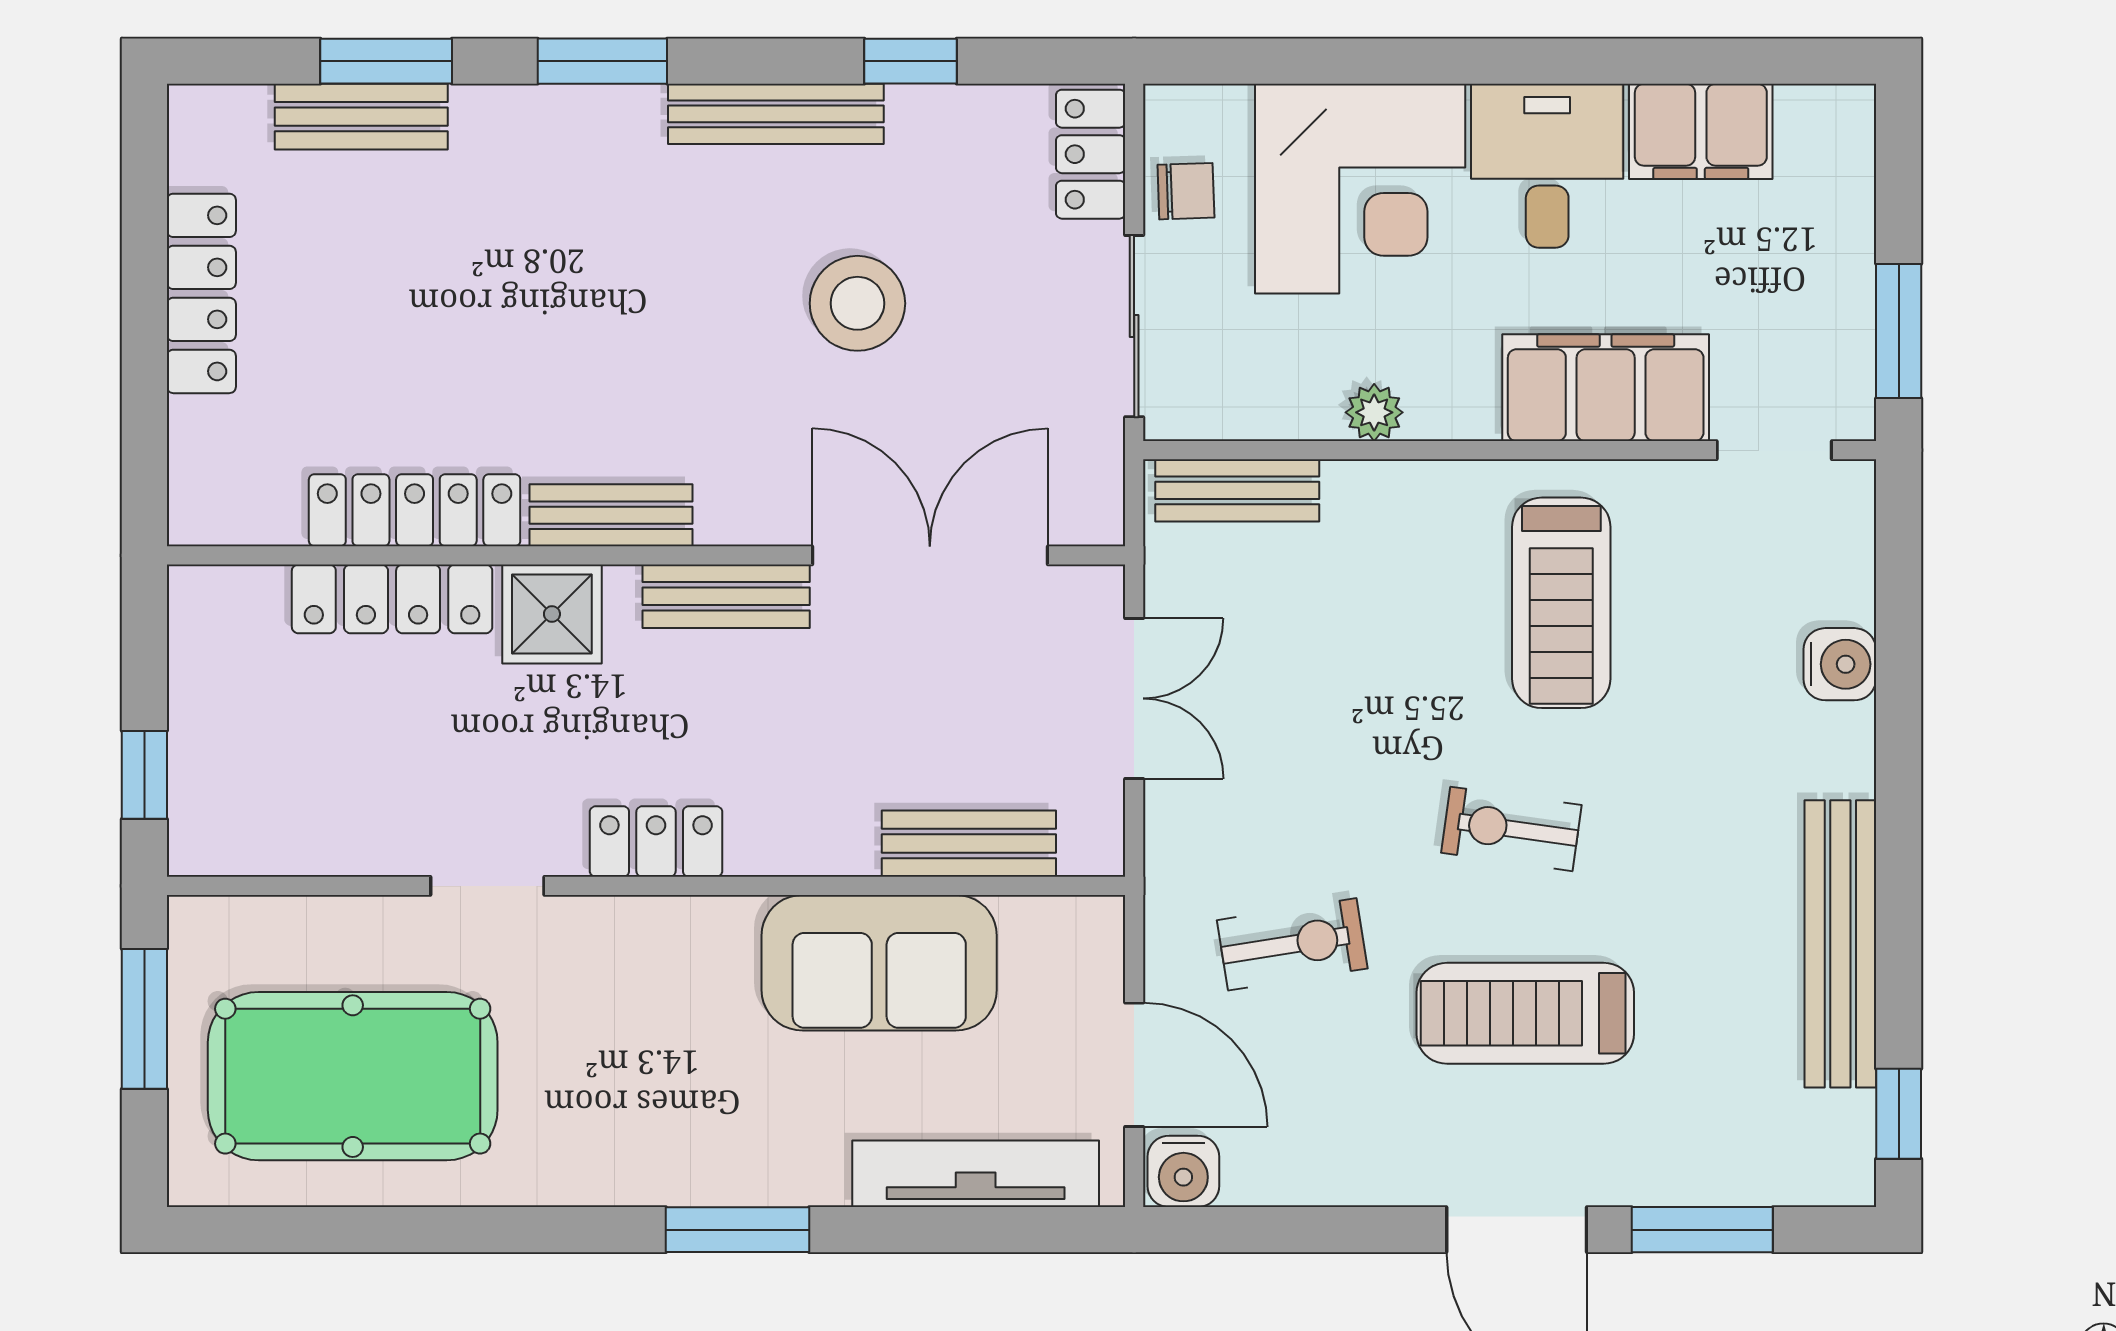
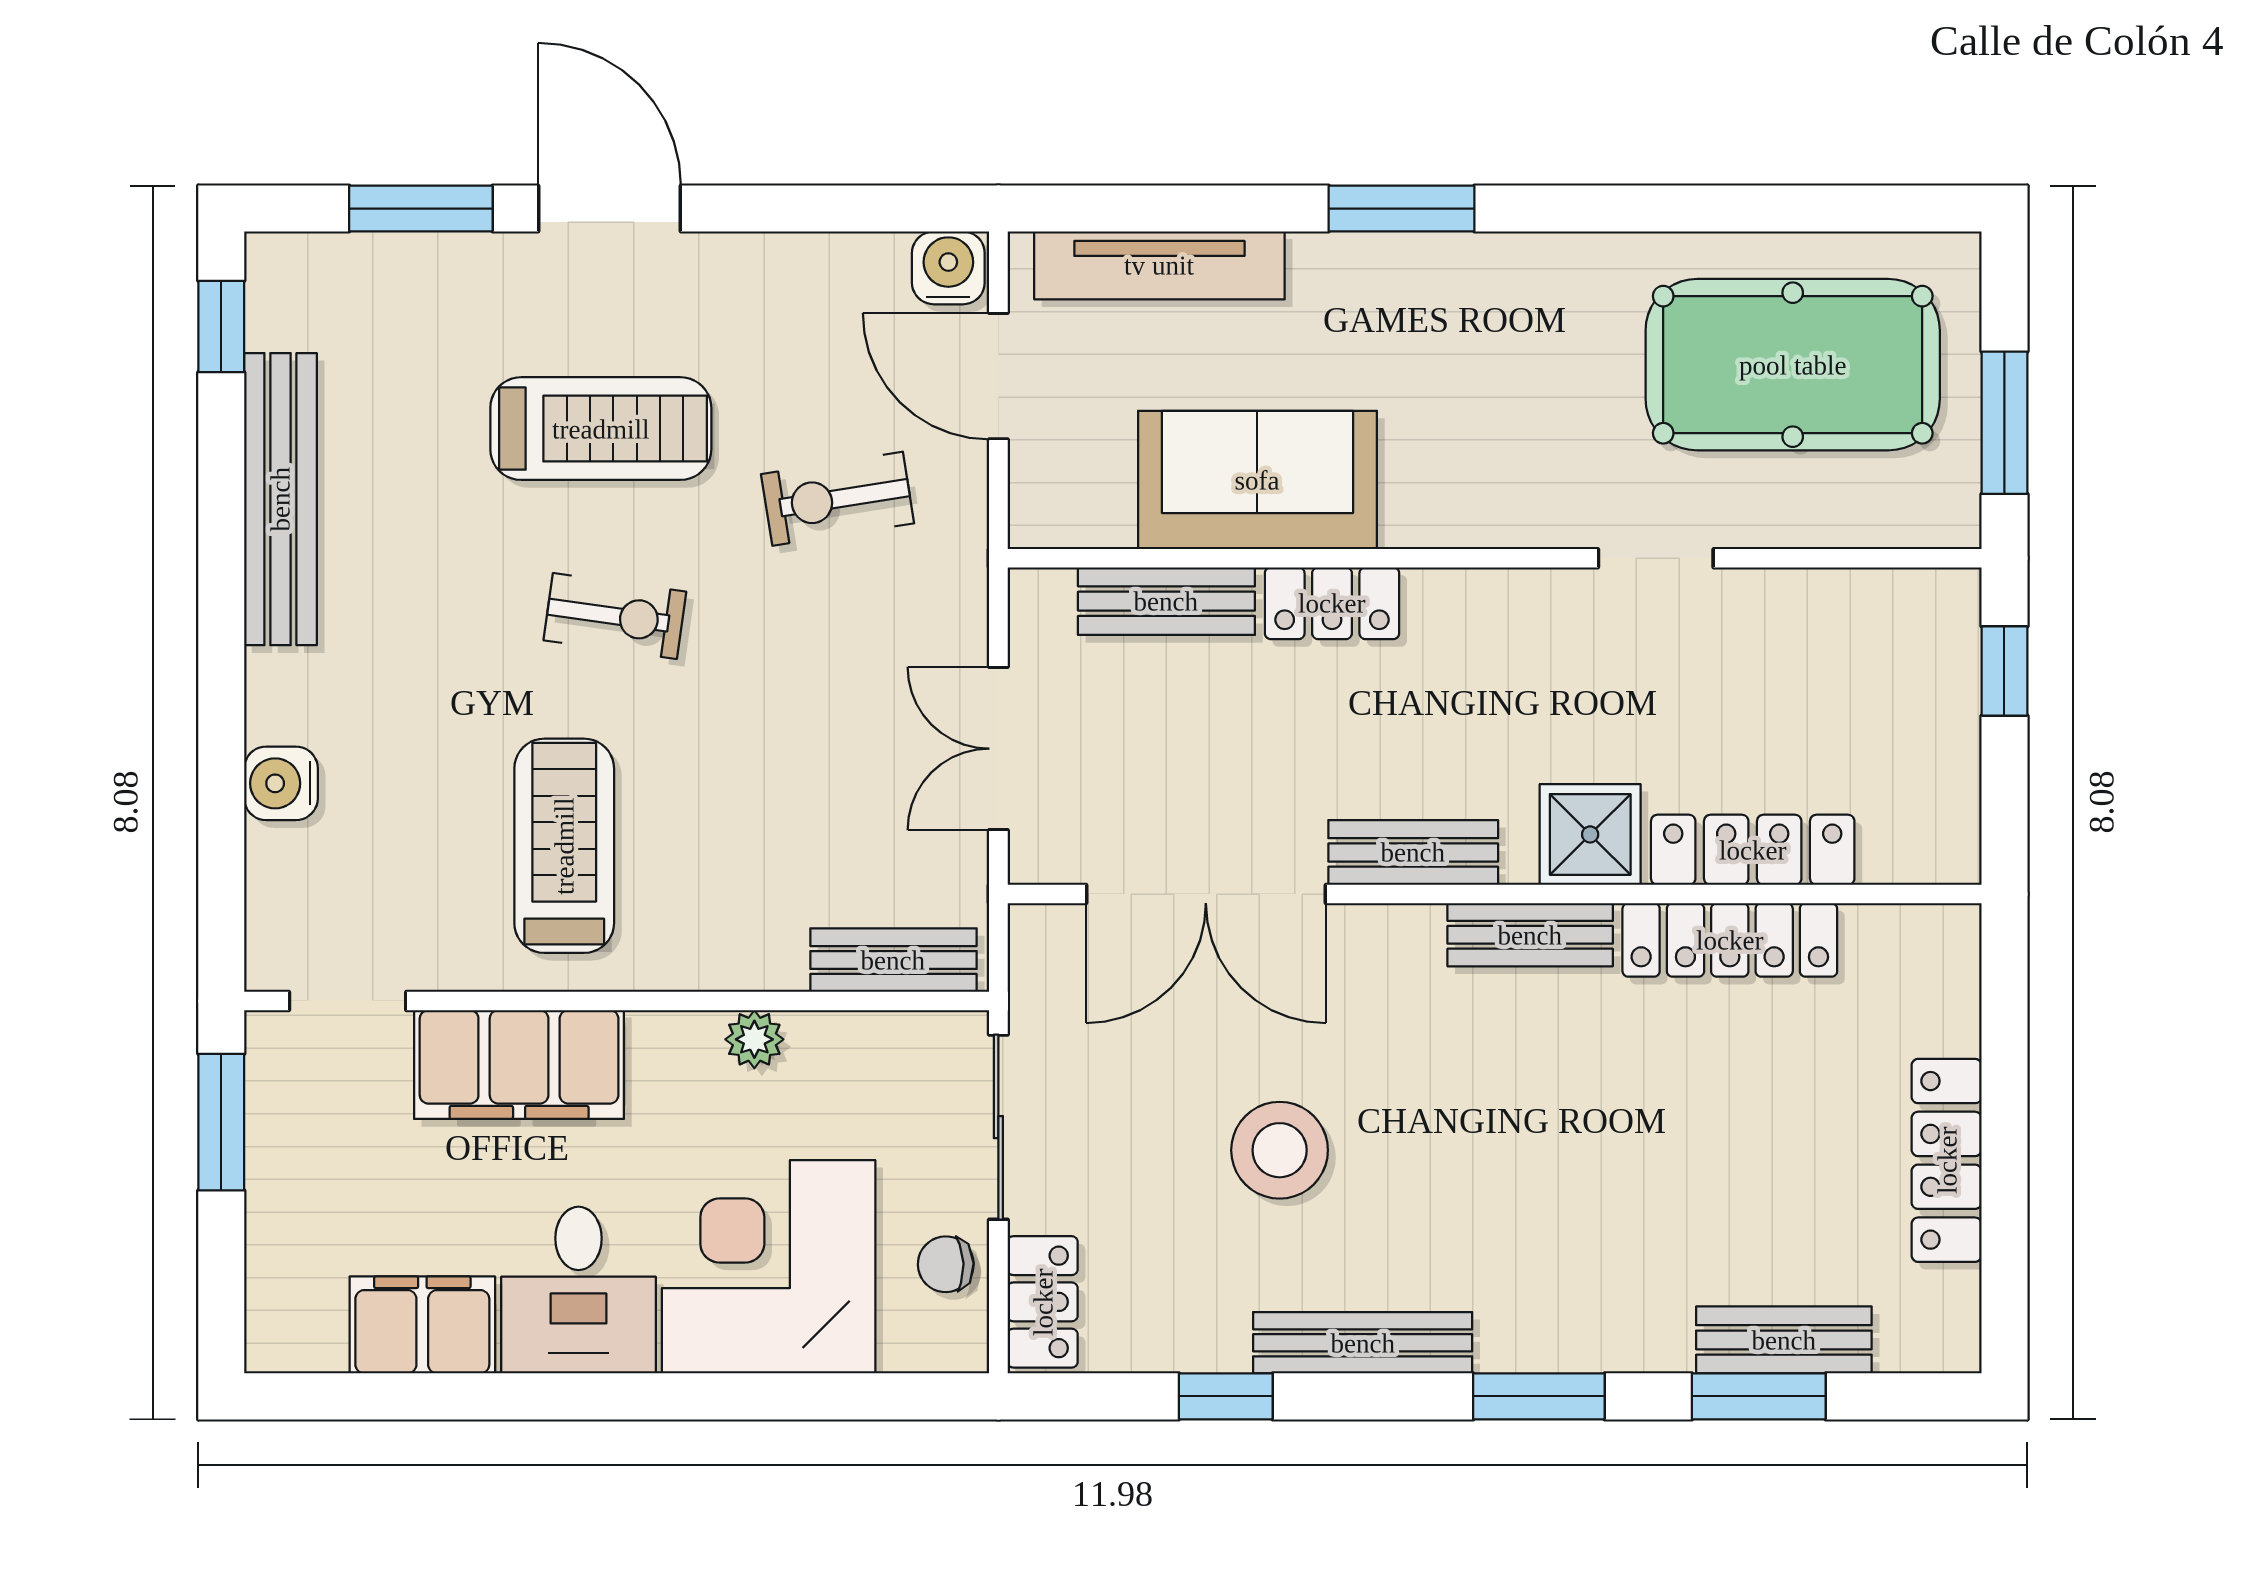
locker: (656, 841) -> (1332, 603), moved

